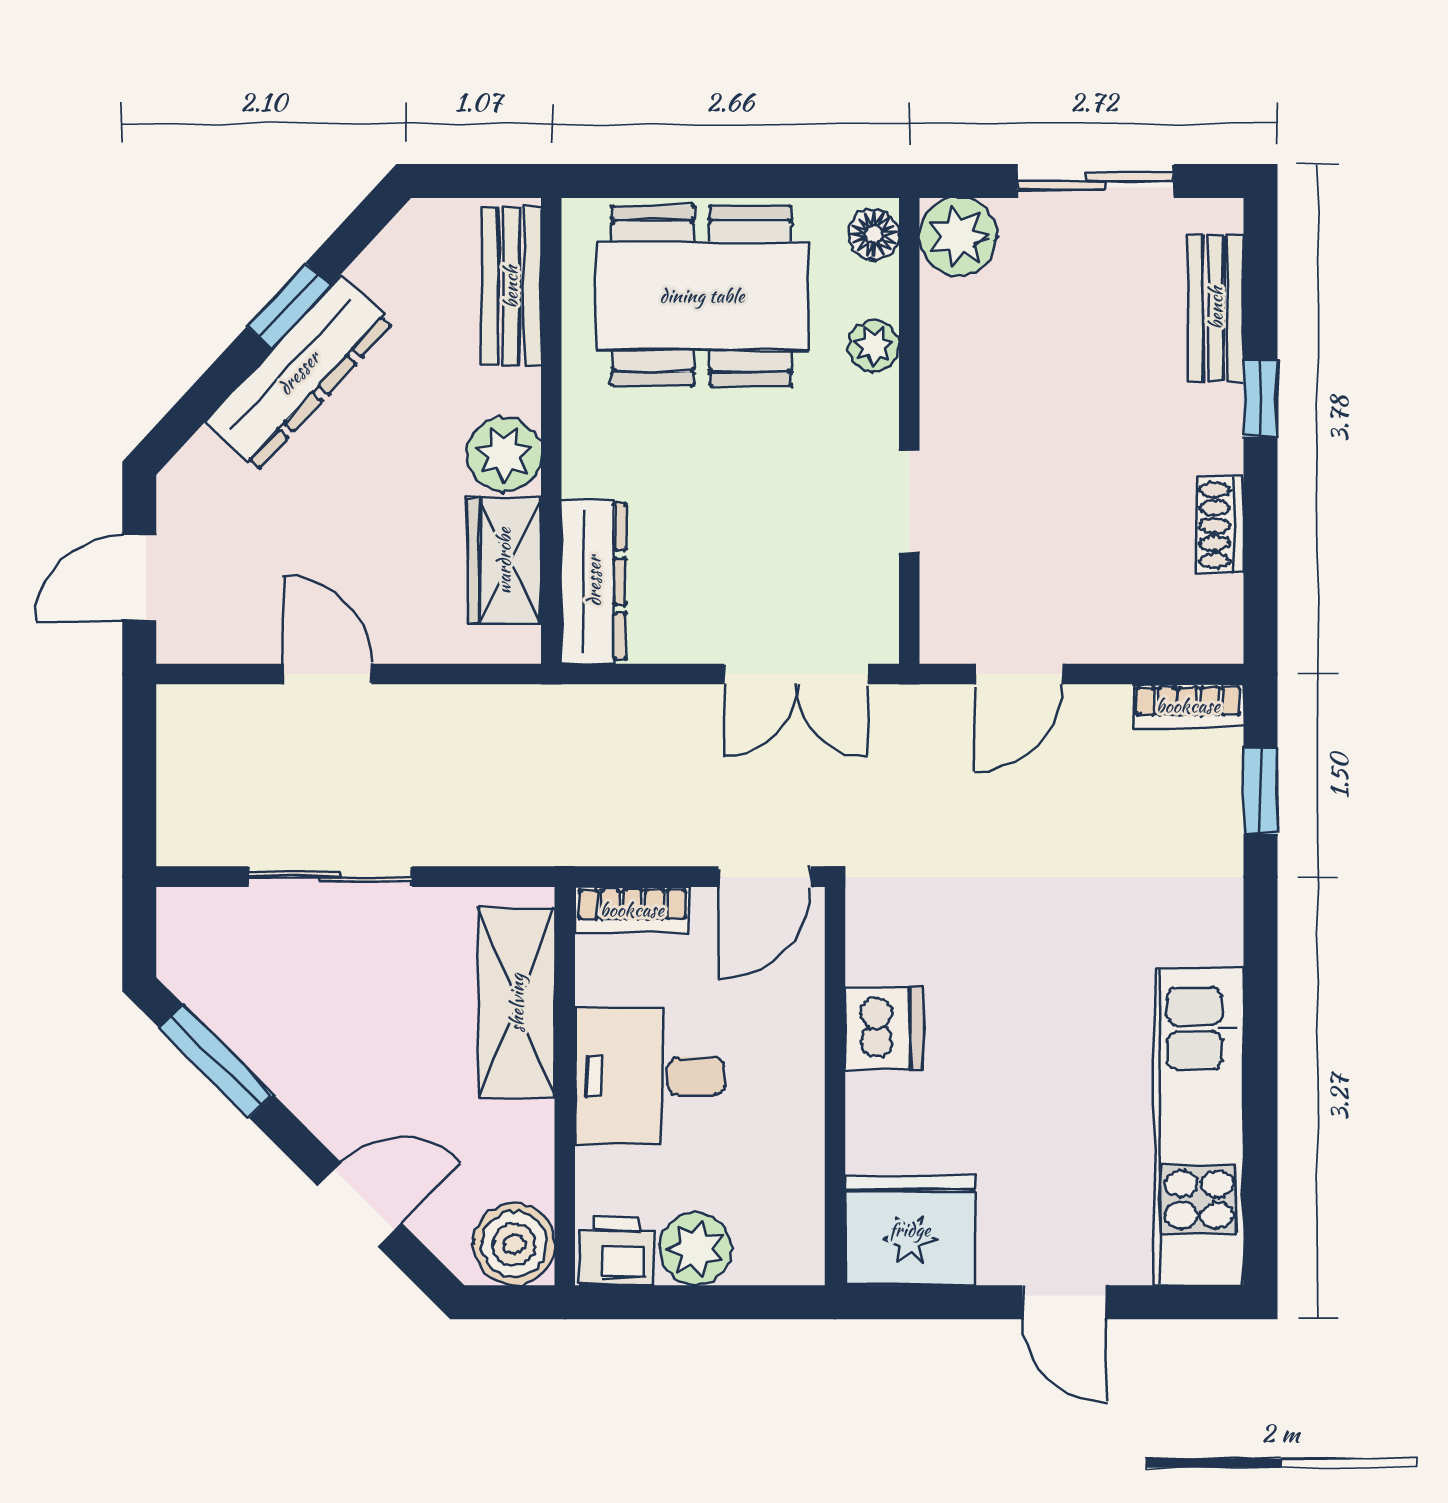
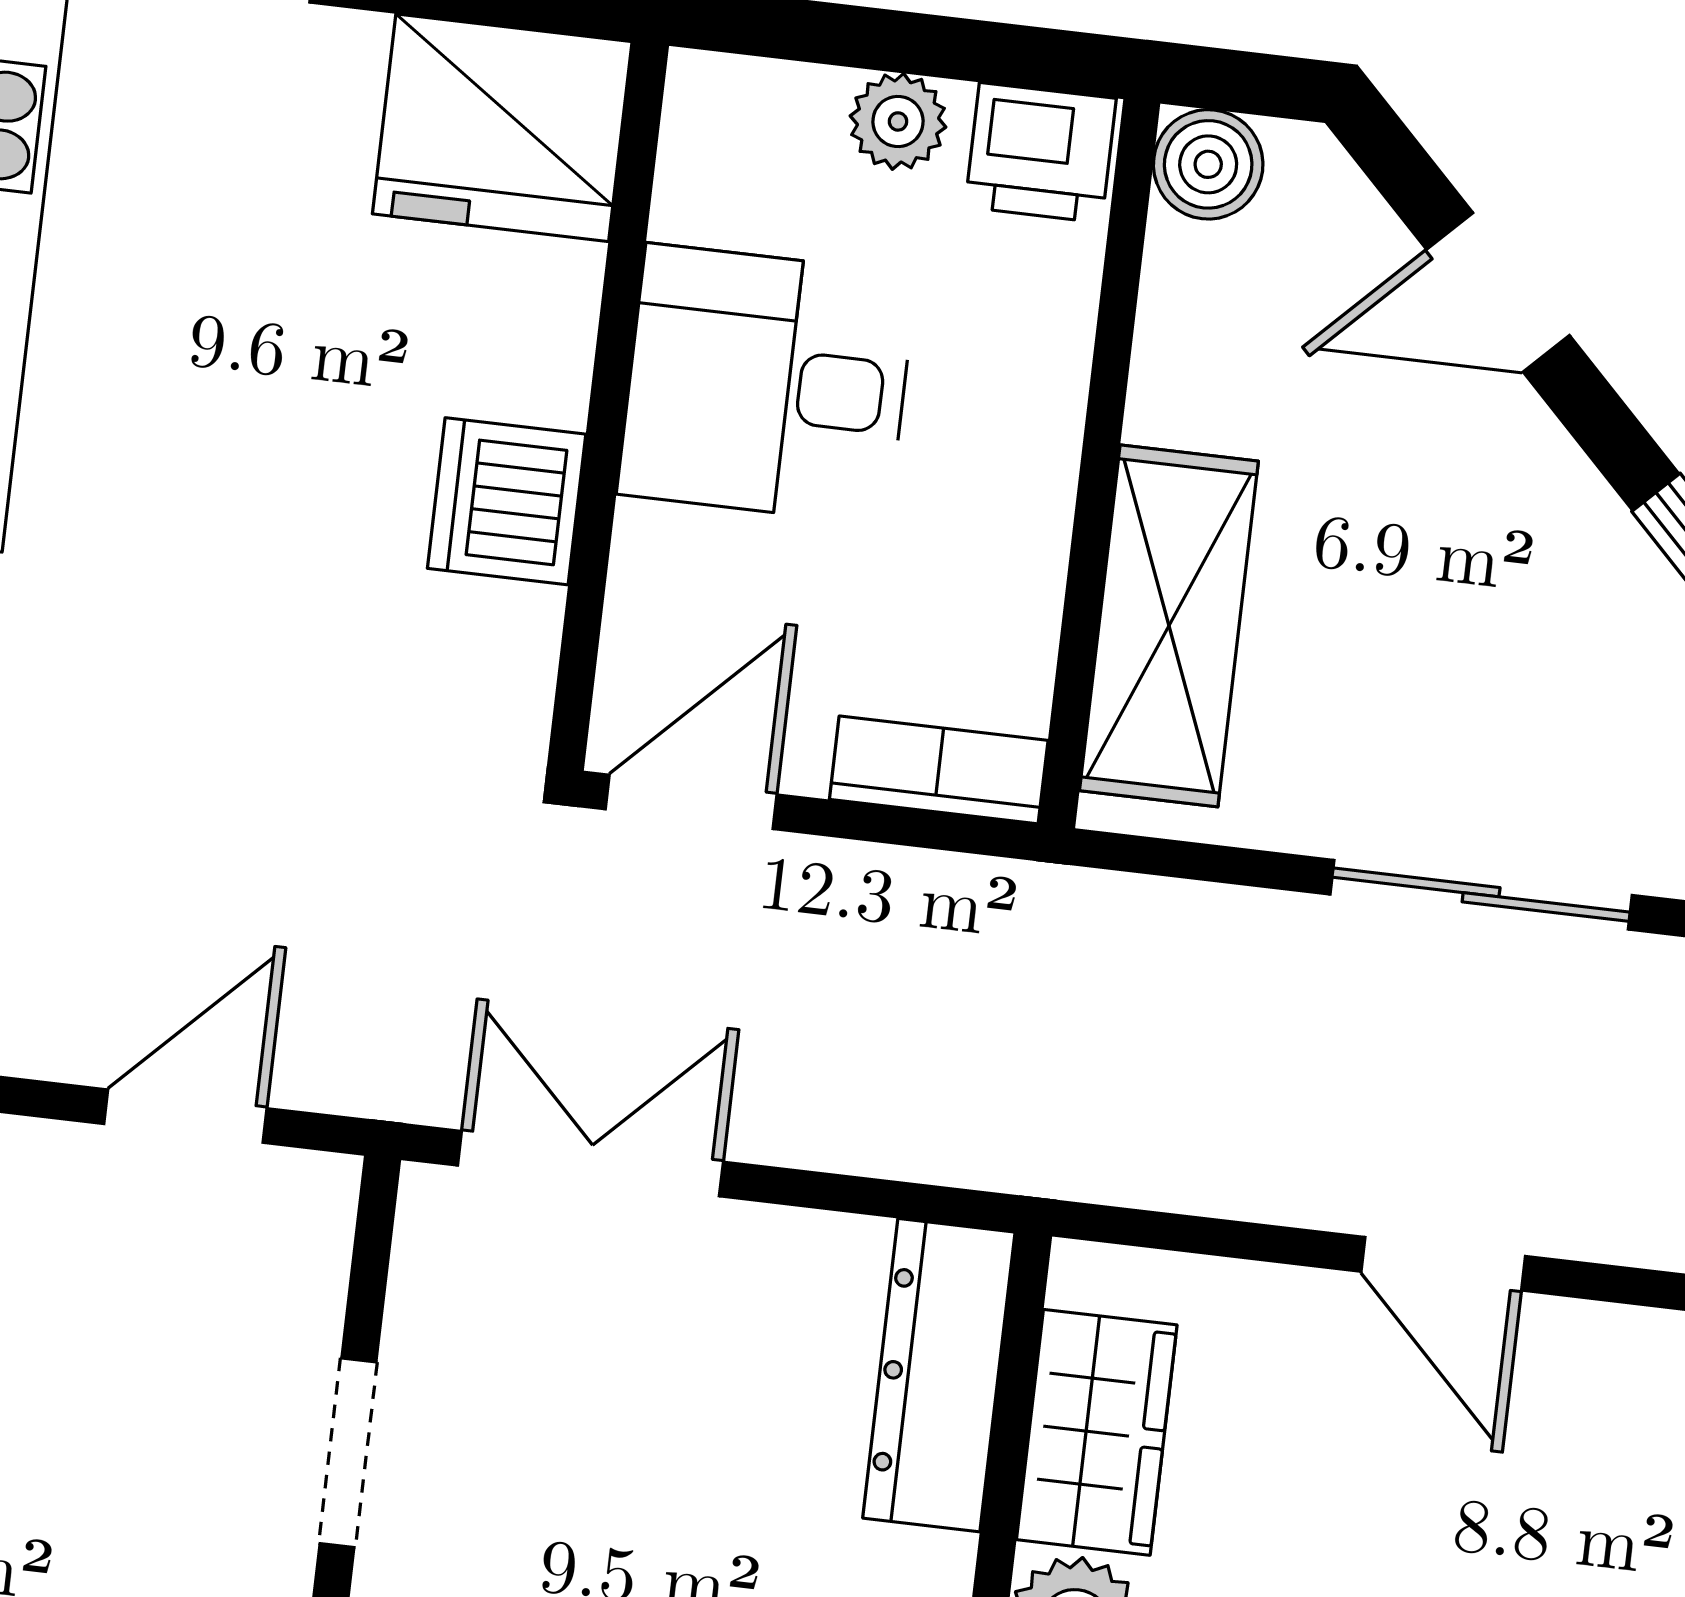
desk: (650, 1076) -> (767, 384), moved, turned 180
boiler: (514, 1244) -> (1208, 164), width x0.73, depth x0.73
plant: (696, 1249) -> (898, 121), width x0.73, depth x0.73

